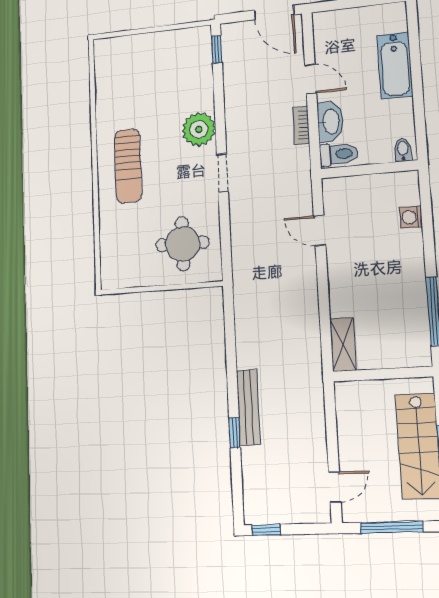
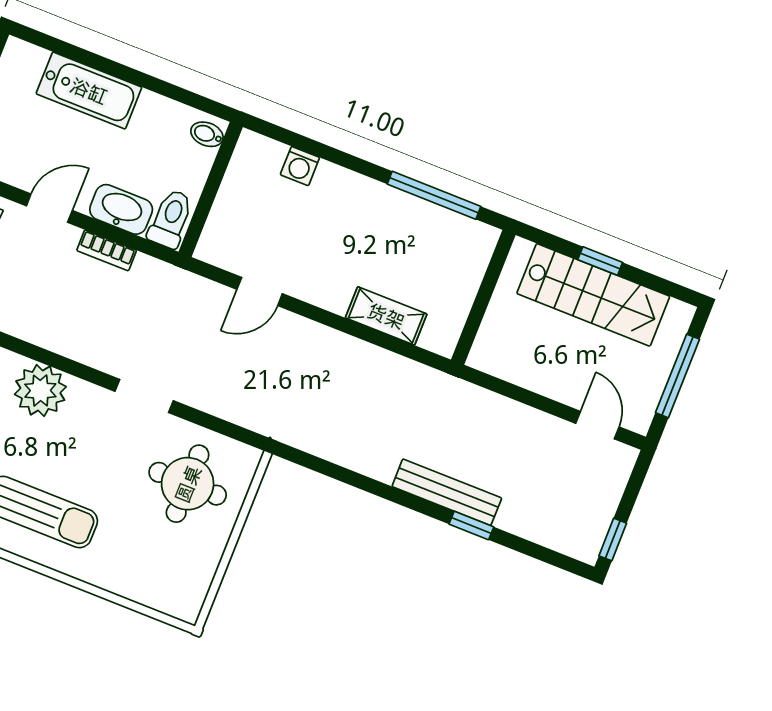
doorway: (222, 173) -> (144, 396), moved
shelving: (343, 344) -> (386, 316), moved

